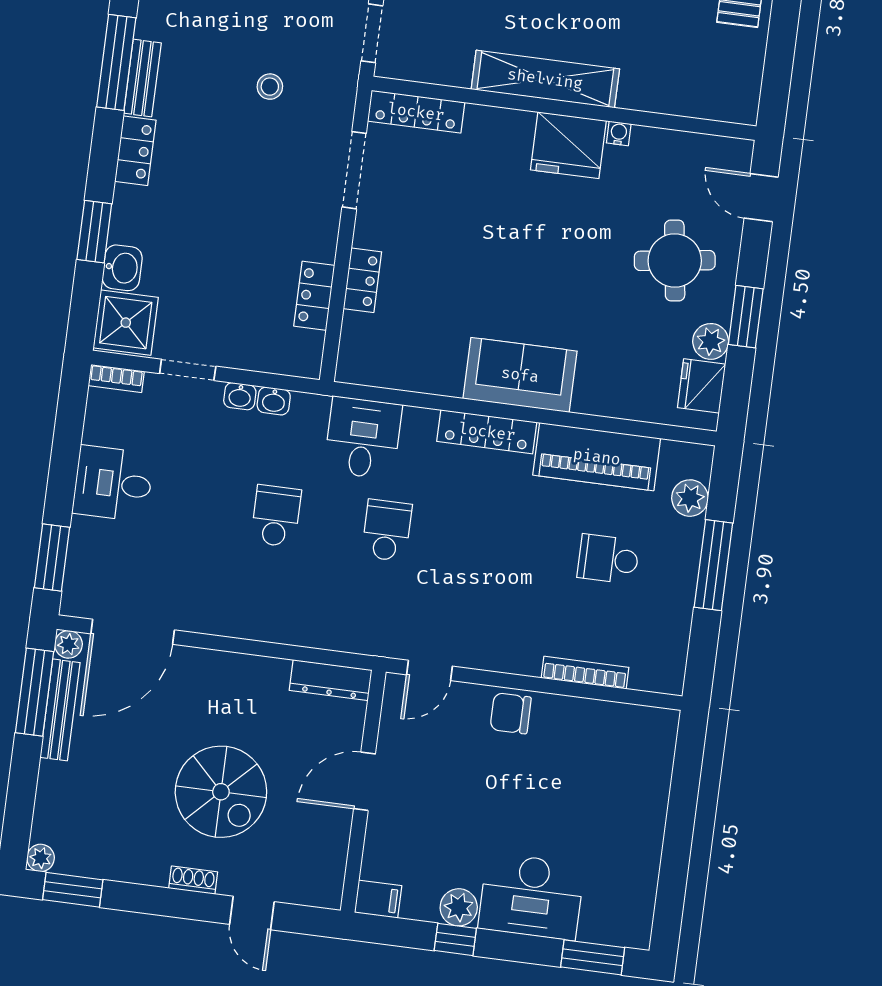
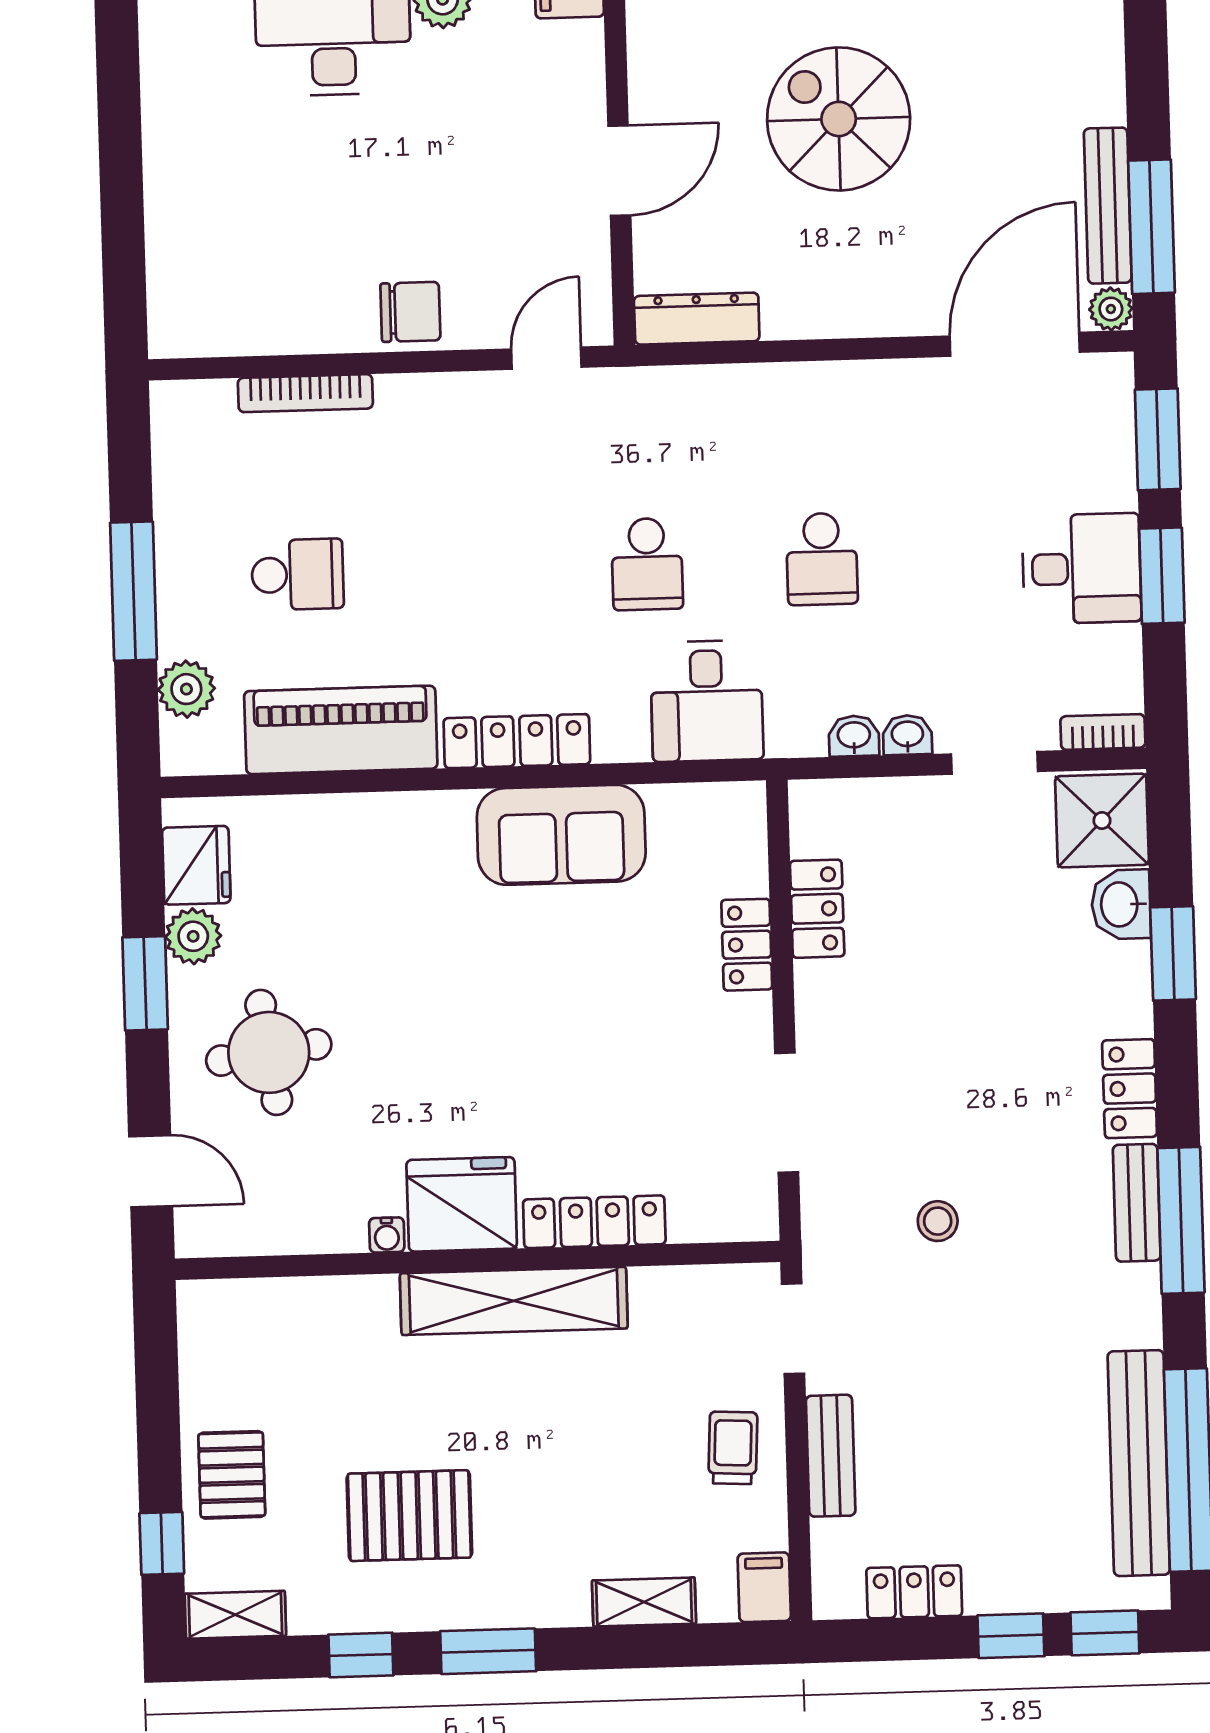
locker: (416, 112) -> (594, 1222), moved
sofa: (520, 375) -> (561, 835), moved
window: (63, 471) -> (1162, 576), added

